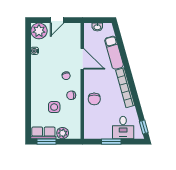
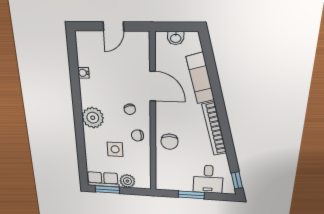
plant: (39, 31) -> (93, 118), moved

